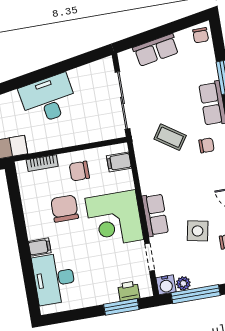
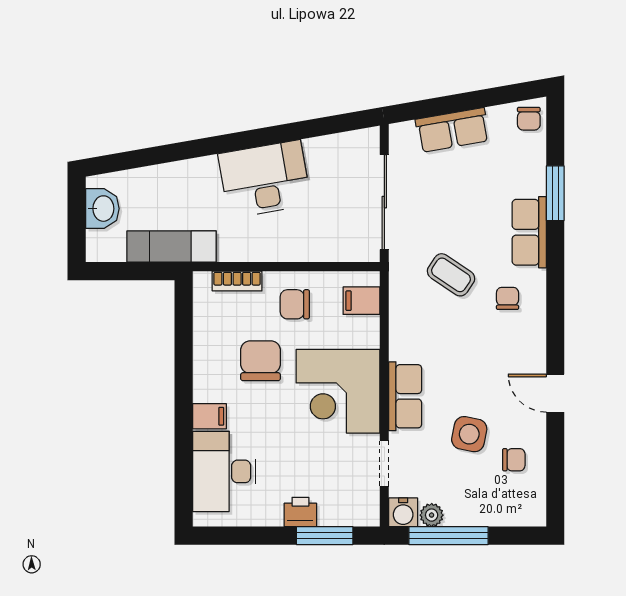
chair: (206, 145) -> (507, 298), turned -90
printer: (129, 291) -> (300, 512), moved

